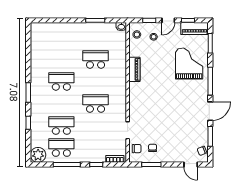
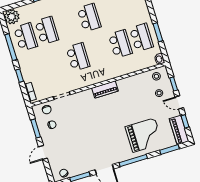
school desk: (96, 37) -> (141, 37), added
piano: (134, 69) -> (105, 89), moved
door: (191, 165) -> (43, 152), moved

